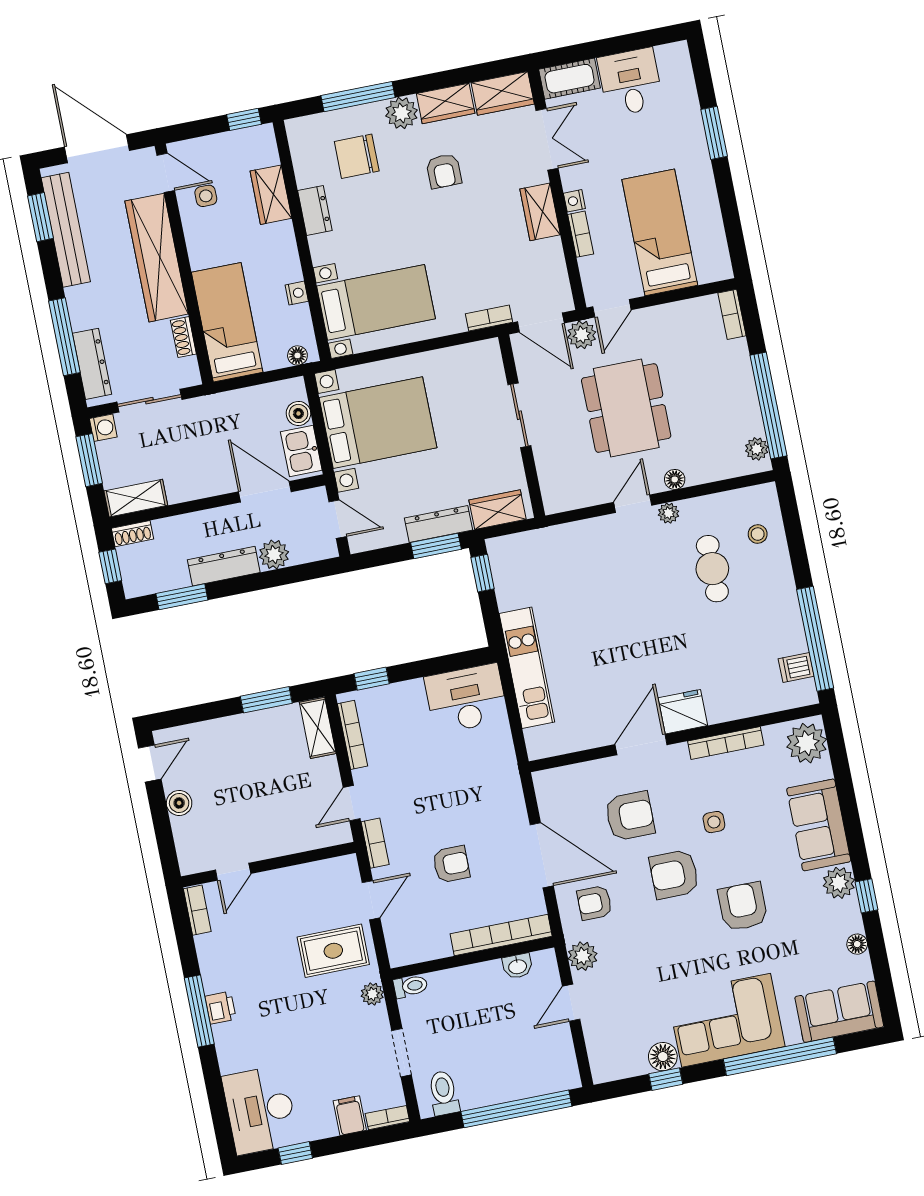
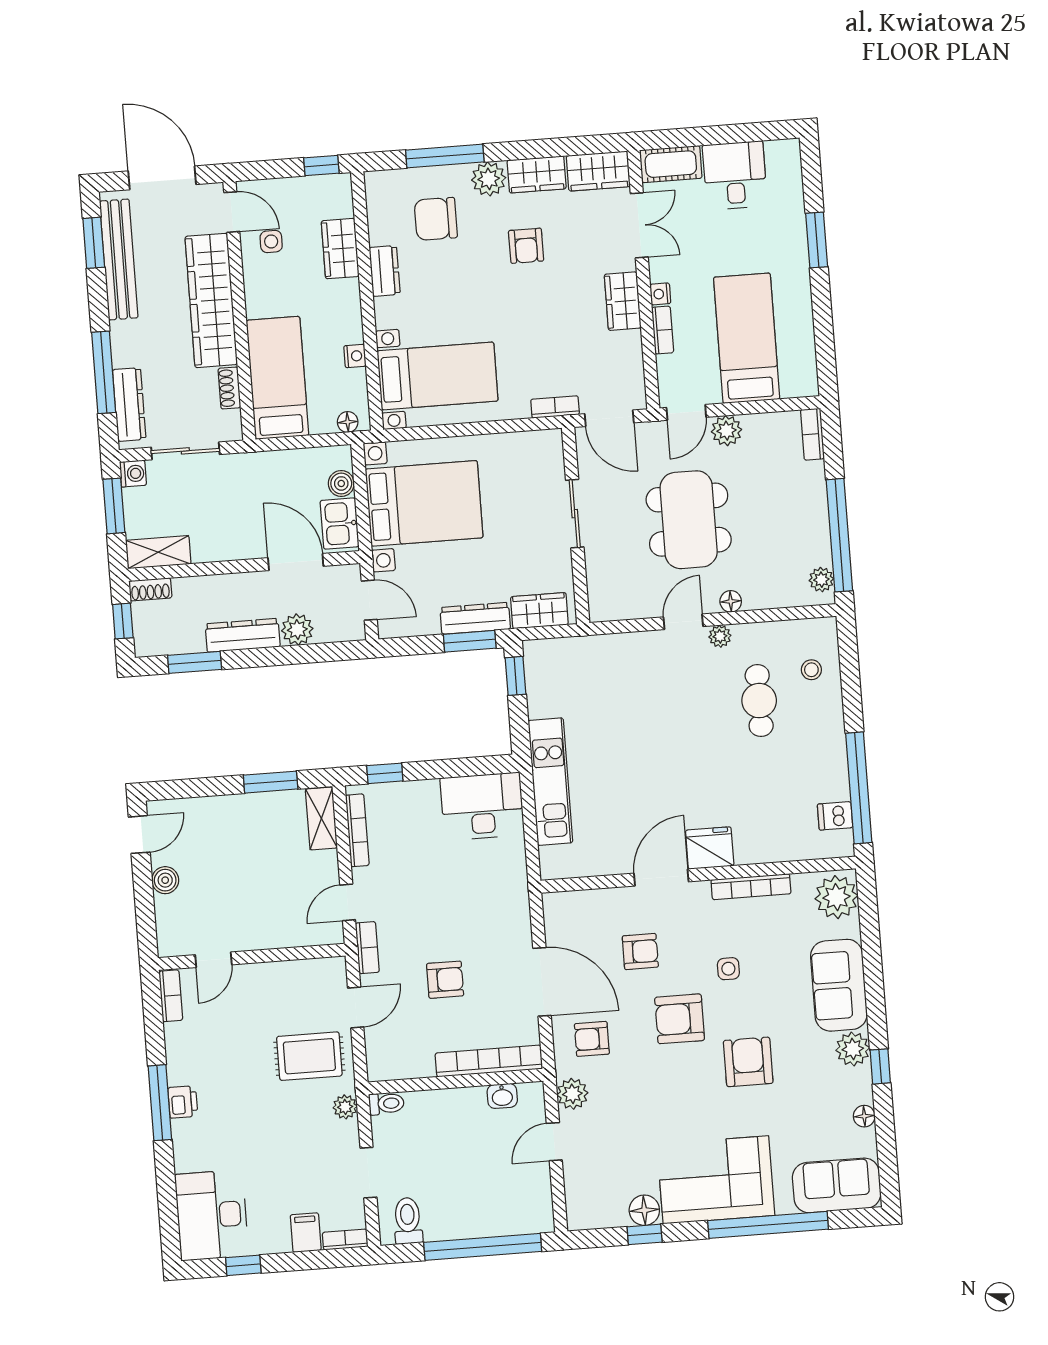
plant: (582, 335) -> (727, 431), moved
armchair: (630, 816) -> (640, 952), width x0.72, depth x0.72

